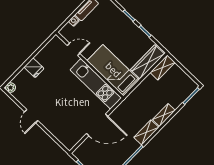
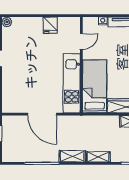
door: (74, 49) -> (81, 42), hinge flipped
fridge: (34, 68) -> (50, 25), moved

